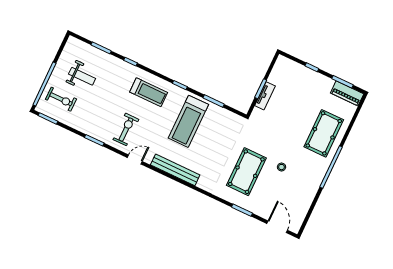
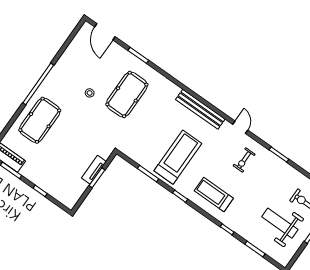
weight bench: (82, 76) -> (280, 223), width x1.36, depth x1.33
exercise bike: (126, 129) -> (244, 160), width x0.73, depth x0.72
door: (135, 159) -> (240, 127), swing flipped

